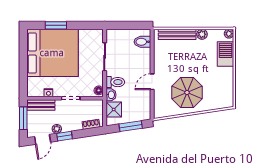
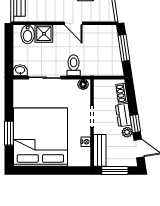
washbasin: (111, 95) -> (20, 70), moved
shower: (114, 110) -> (44, 34), moved
dresser: (72, 126) -> (123, 115), added

